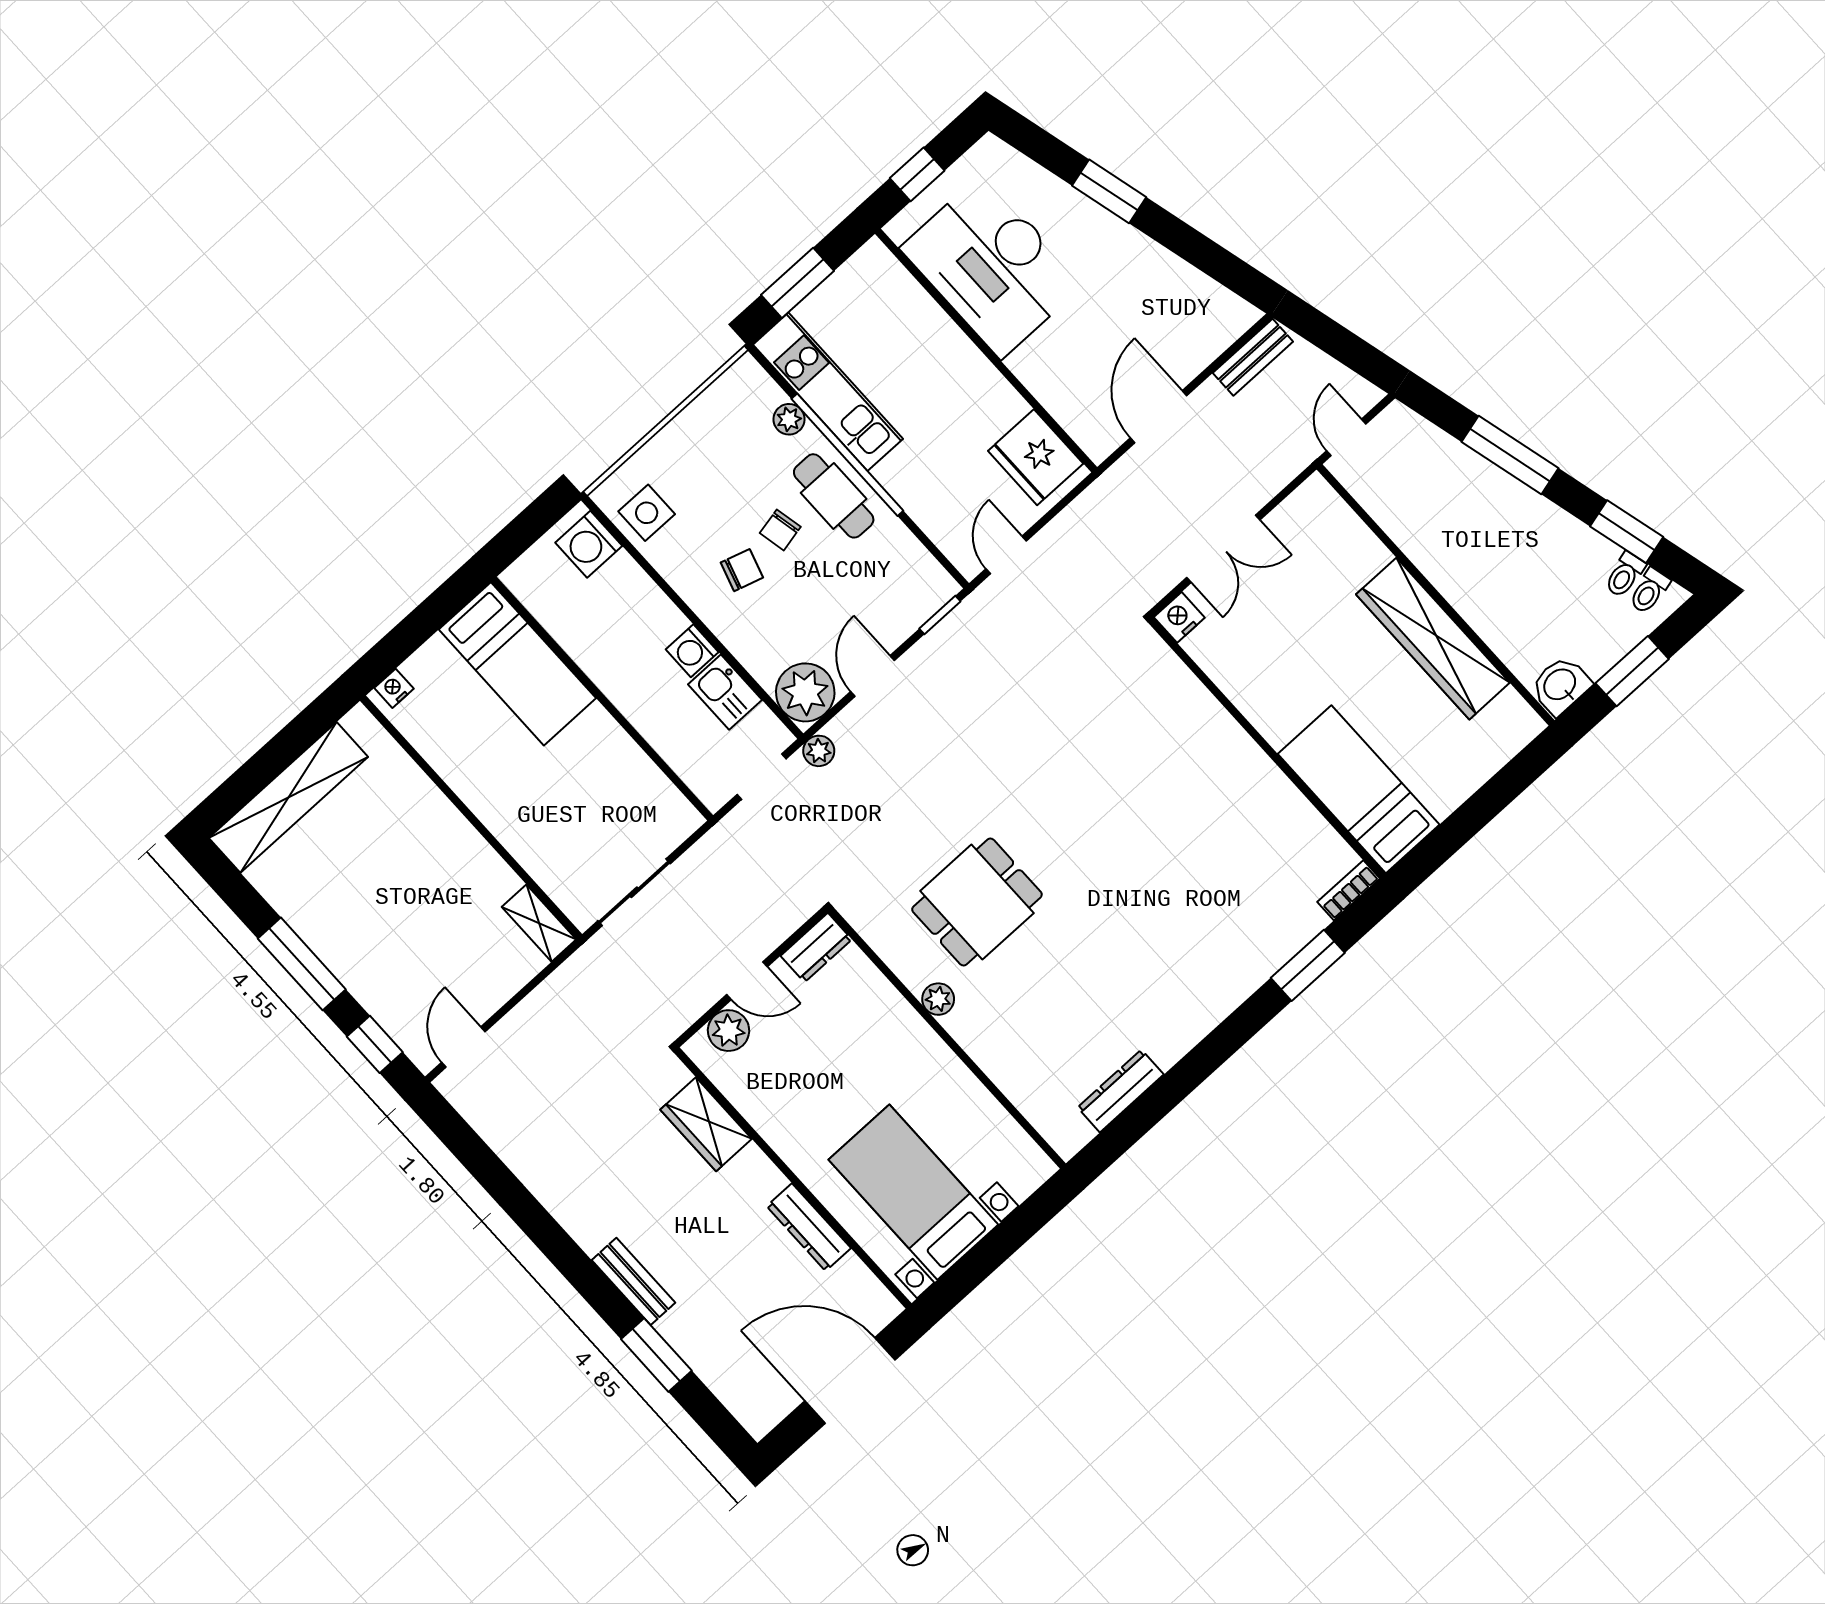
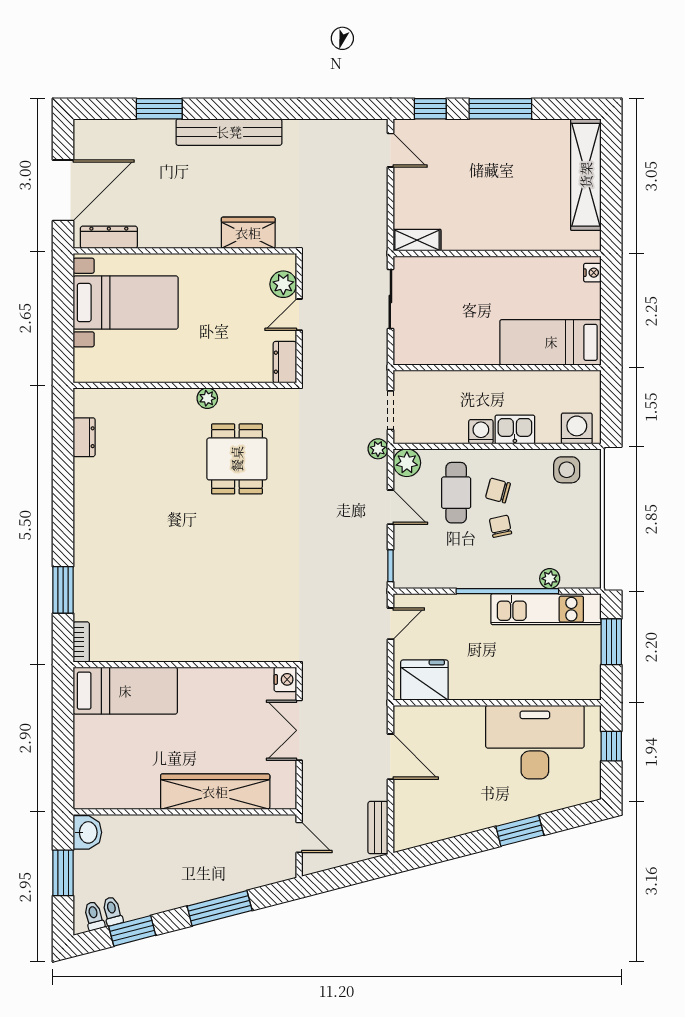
cafe table: (834, 496) -> (456, 493), moved, turned 90
door: (1006, 555) -> (390, 624), hinge flipped
chair: (742, 570) -> (498, 490), turned 88
wardrobe: (1433, 639) -> (215, 792), moved
kitchen sink: (725, 692) -> (515, 429), moved
plant: (805, 692) -> (407, 463), width x0.73, depth x0.73
dresser: (1121, 1091) -> (84, 437), width x0.70
dresser: (809, 1227) -> (109, 237), moved
bench: (633, 1281) -> (229, 132), width x1.86, depth x1.21

